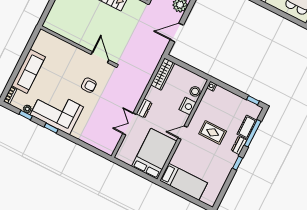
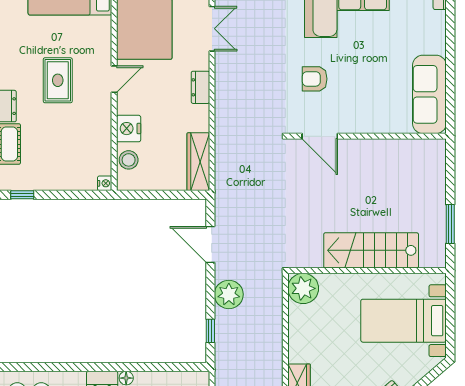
door: (177, 32) -> (210, 245), swing flipped
sofa: (28, 71) -> (429, 94), moved
double door: (129, 124) -> (212, 29), moved
rug: (213, 132) -> (58, 80), moved, turned 90

